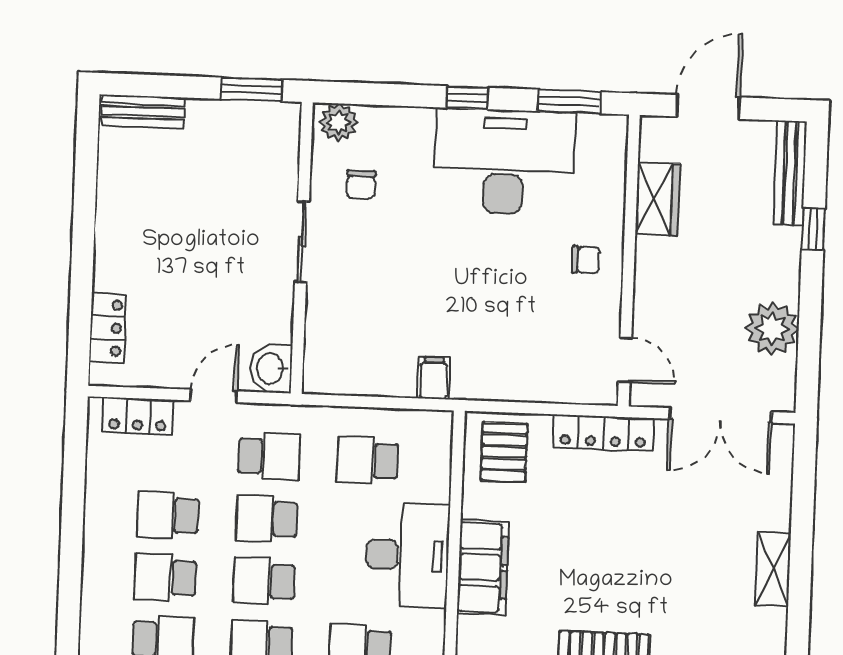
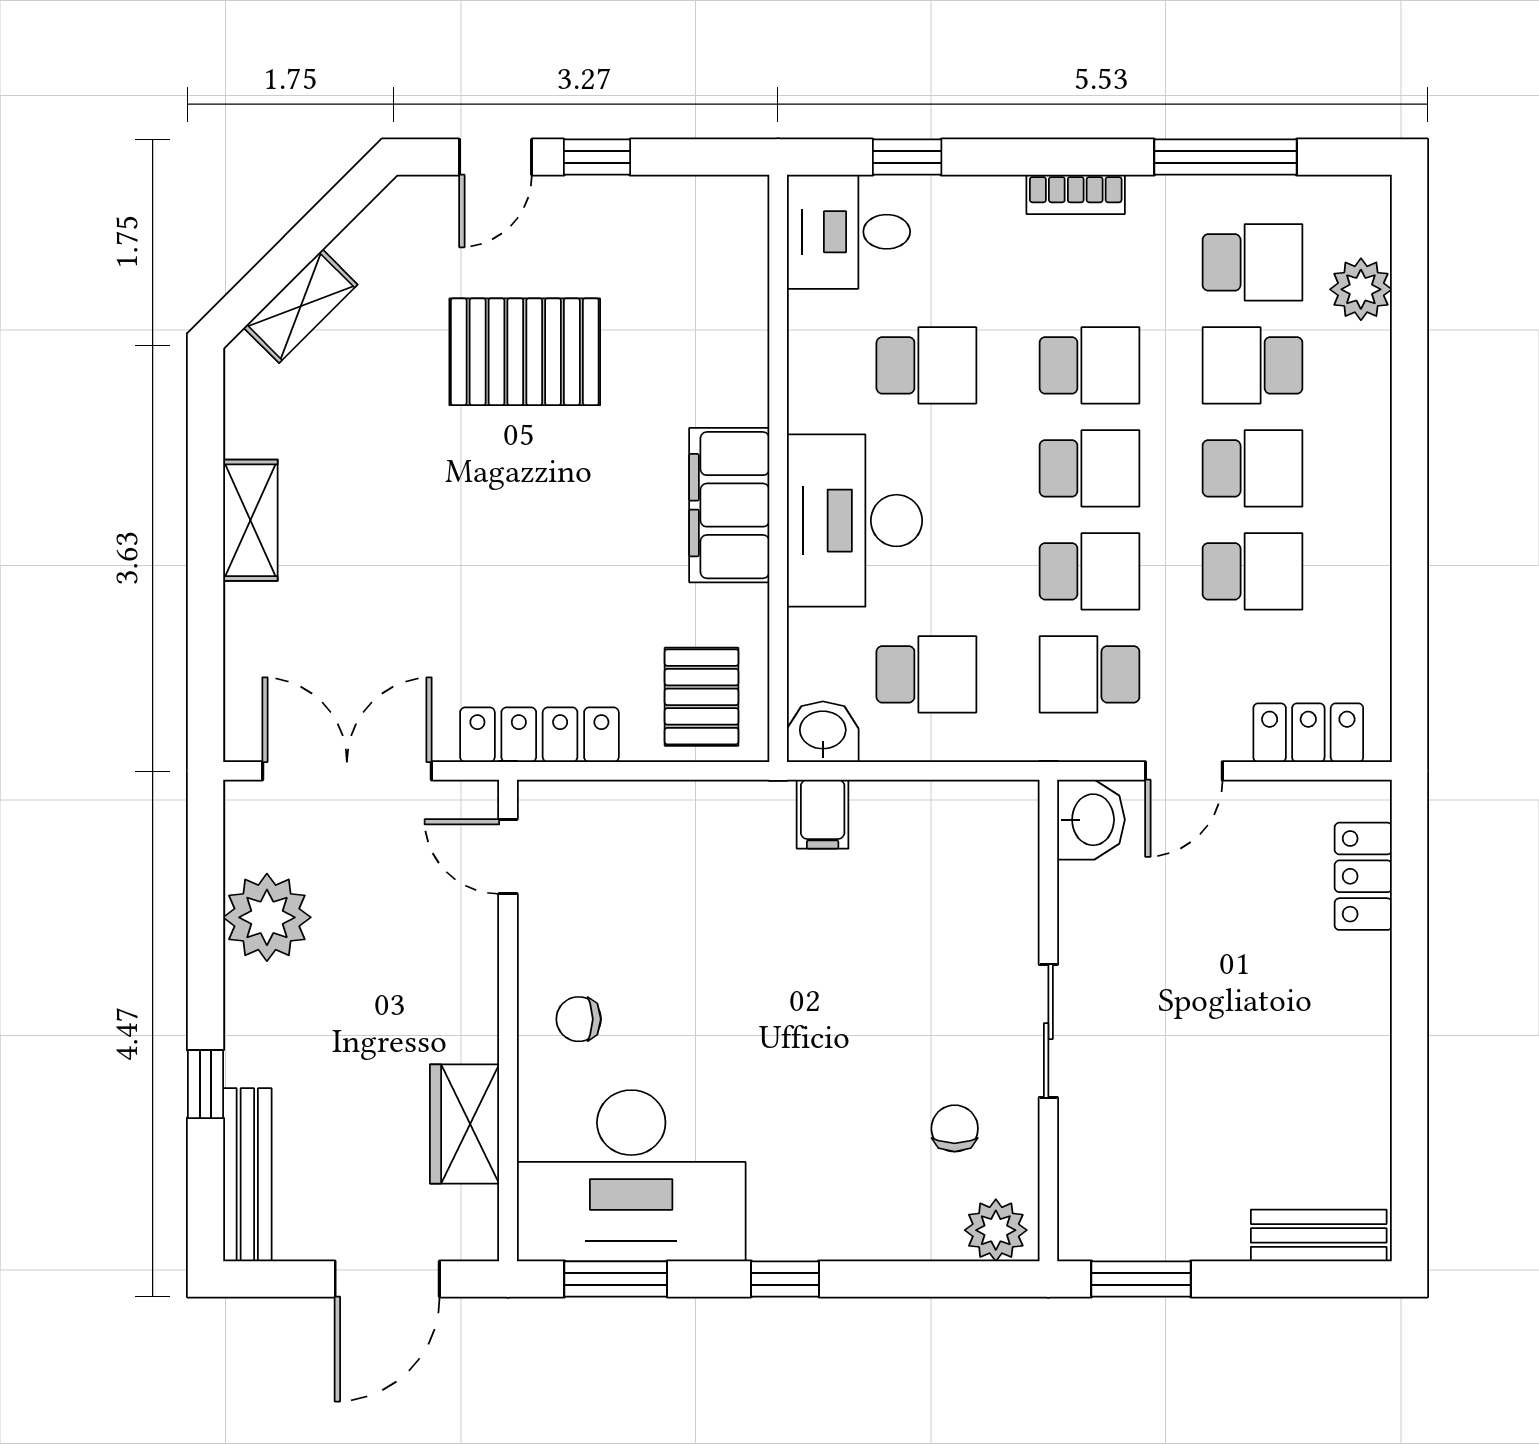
desk: (504, 162) -> (631, 1176), moved
washbasin: (432, 428) -> (823, 732), added

